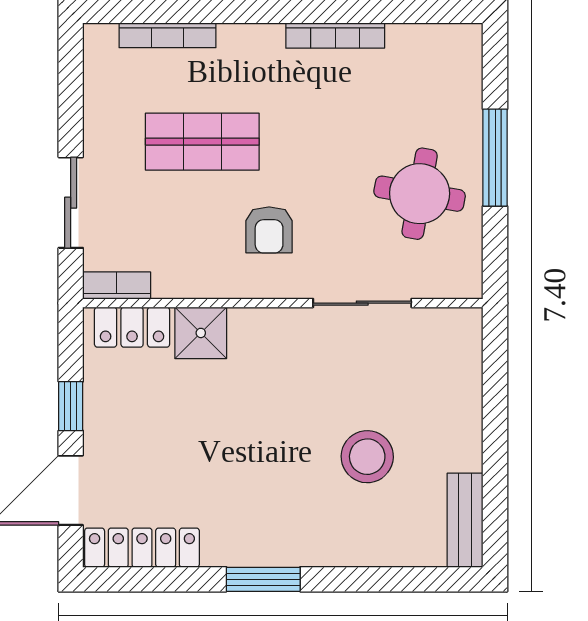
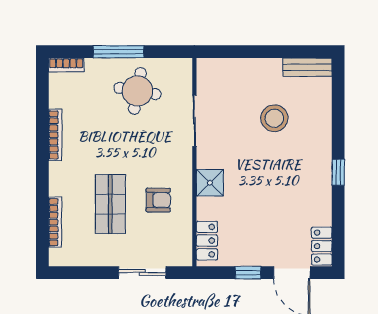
armchair: (269, 230) -> (158, 200), moved
bookcase: (117, 286) -> (66, 65), moved, turned -90
shower: (201, 333) -> (210, 183), moved
locker: (142, 548) -> (322, 246), width x0.66
window: (263, 579) -> (338, 172), width x0.67

